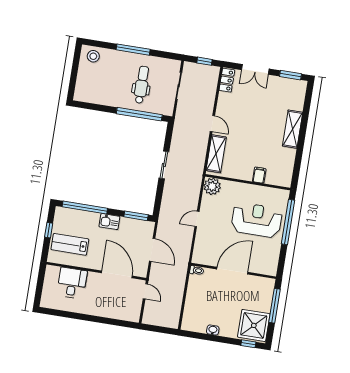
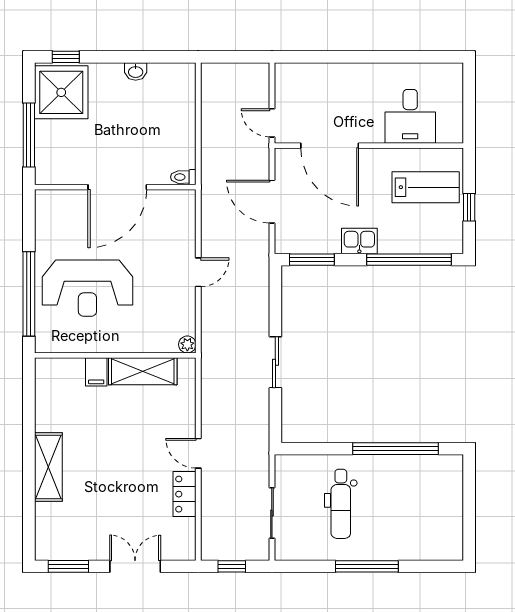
stool: (93, 56) -> (439, 542), removed
locker: (227, 80) -> (184, 494), moved
window: (139, 114) -> (395, 449), moved
shelving: (216, 154) -> (143, 371), moved, turned 90
plant: (212, 186) -> (187, 344), width x0.53, depth x0.53

